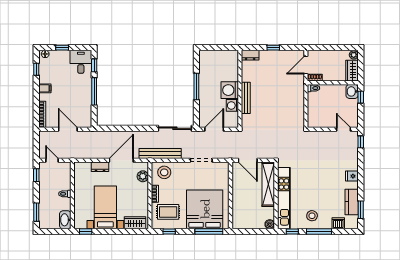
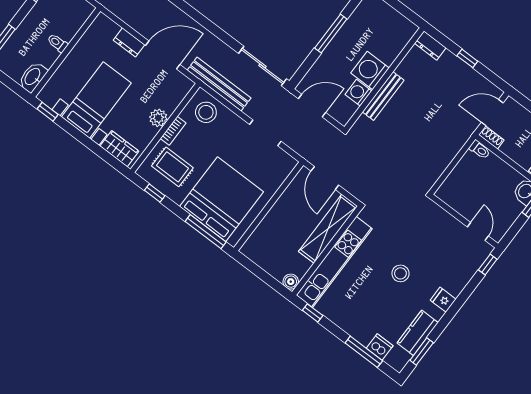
plant: (143, 176) -> (158, 118), moved
stool: (312, 216) -> (400, 273), moved
window: (319, 232) -> (364, 352), moved

